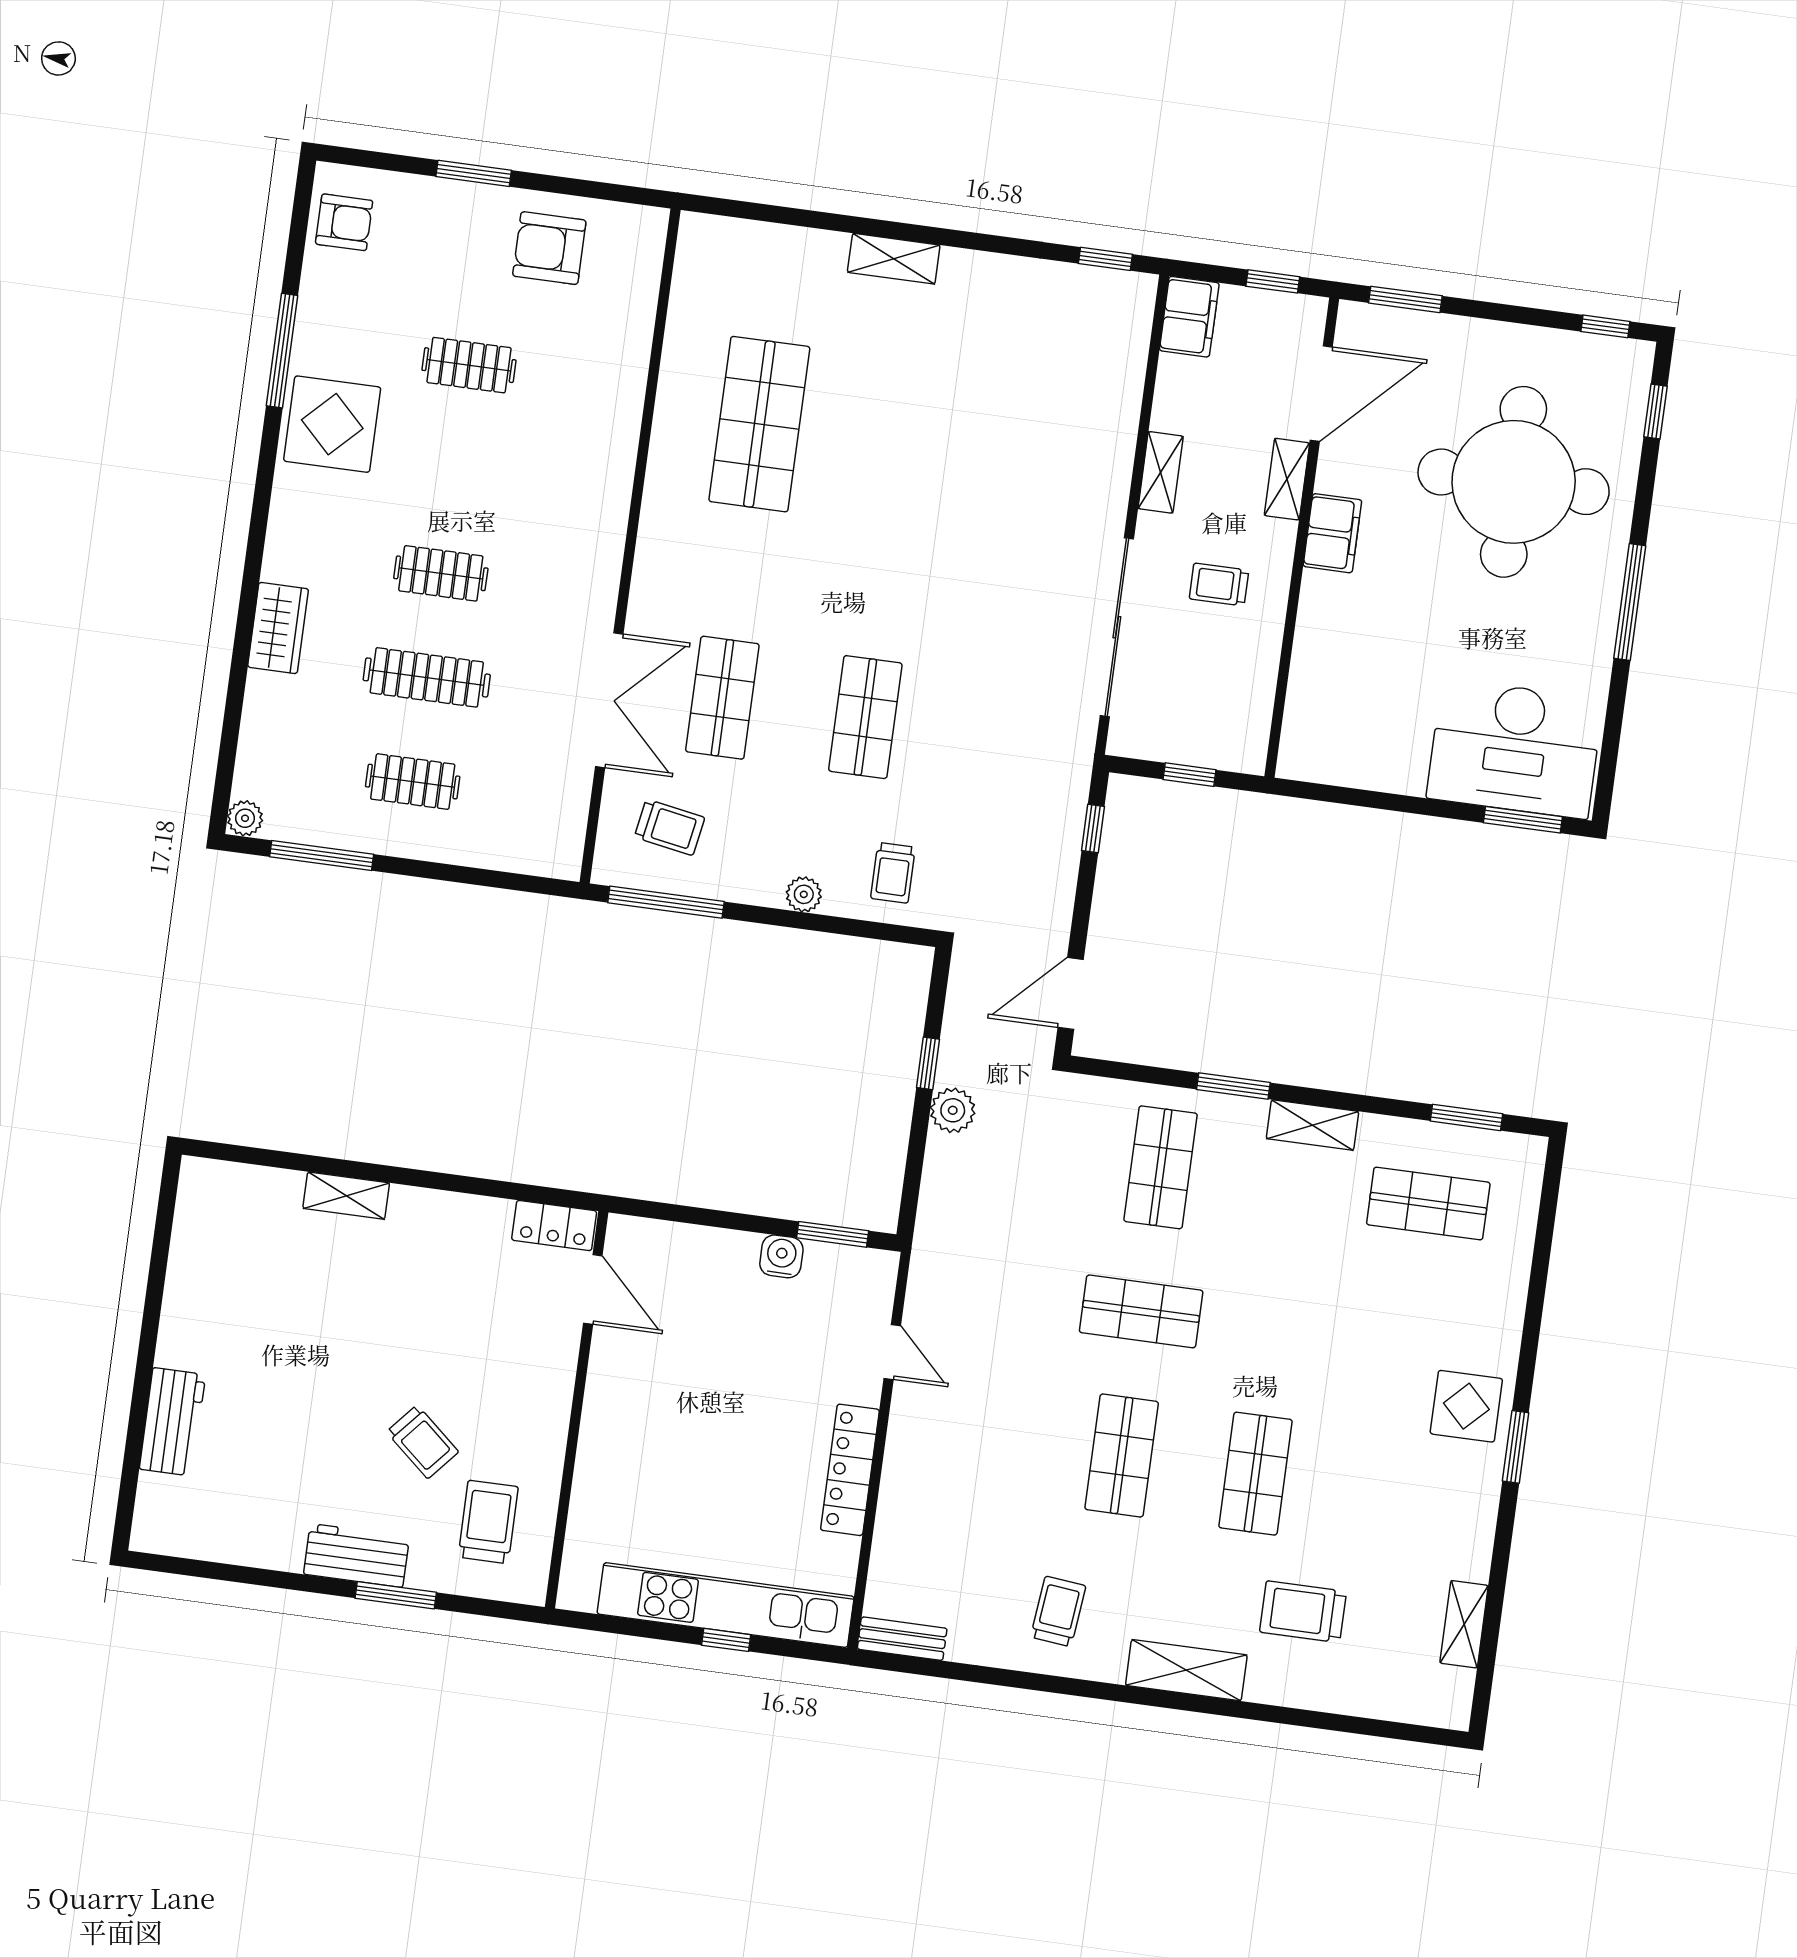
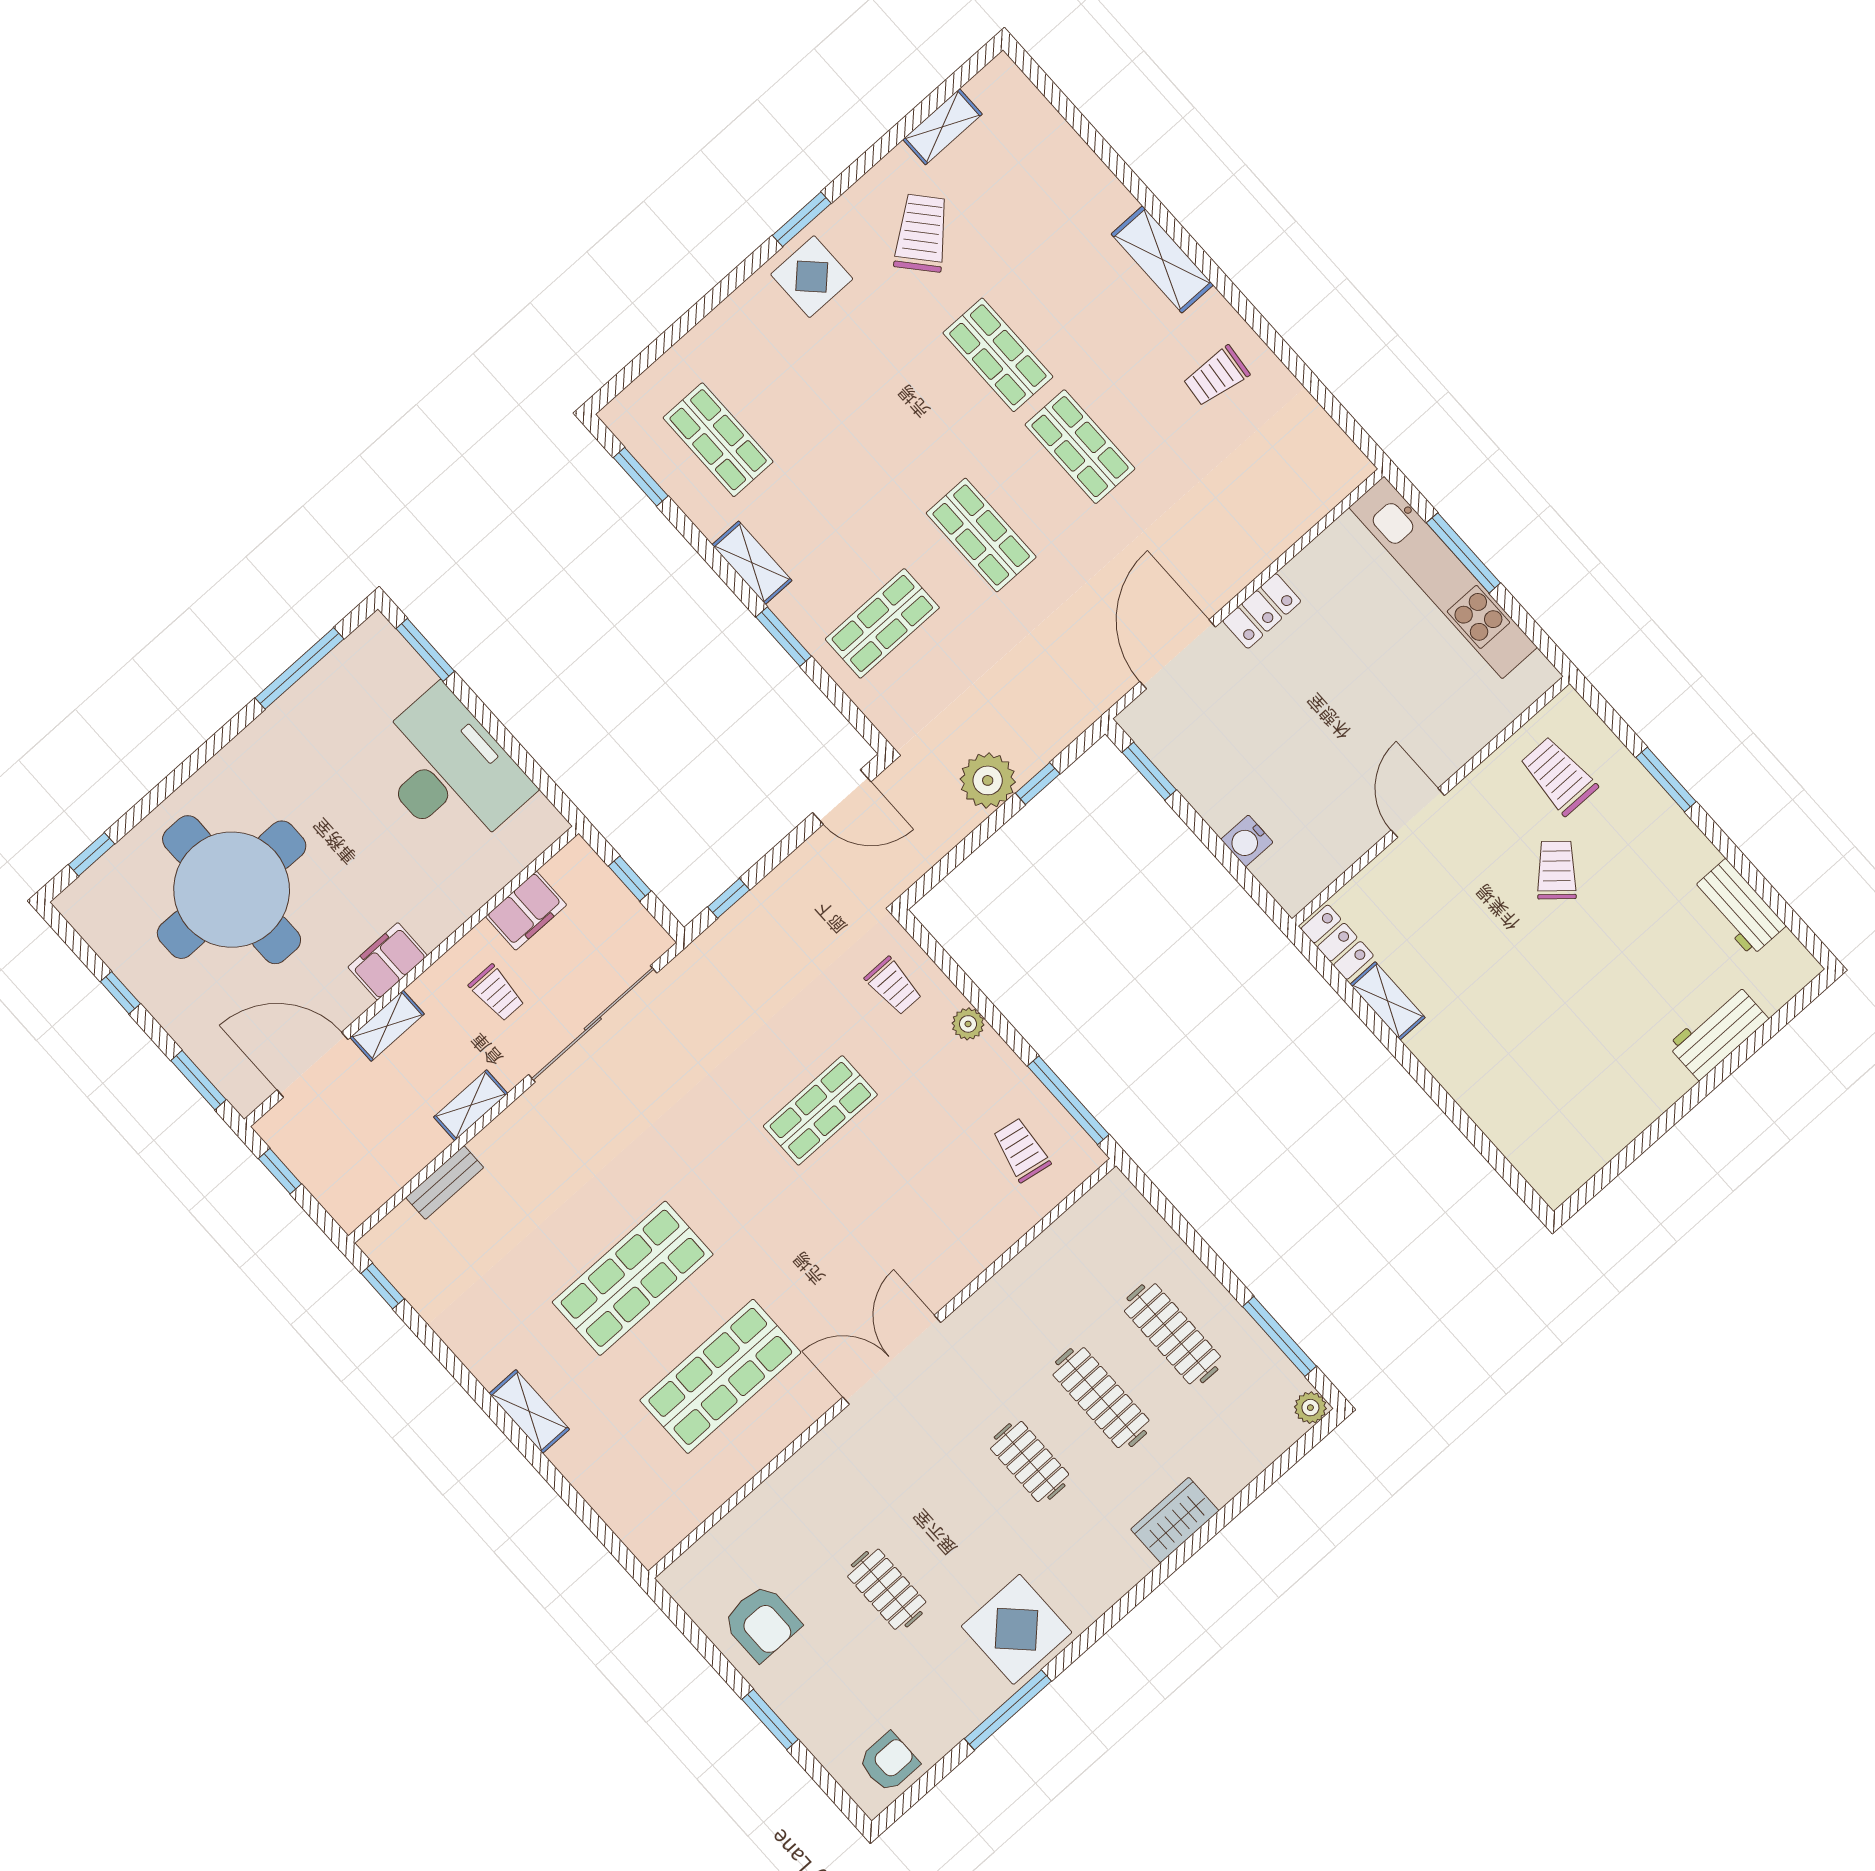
armchair: (344, 222) -> (889, 1762), turned 90
filing cabinet: (1189, 317) -> (526, 911), moved, turned 180
window: (1605, 326) -> (120, 993), moved
window: (1630, 602) -> (299, 668), moved
shop shelf: (722, 698) -> (633, 1278), moved, width x1.43, depth x1.36
double door: (609, 700) -> (892, 1360), moved
desk: (1515, 749) -> (449, 771), moved
clothes rail: (413, 782) -> (1172, 1334), width x1.36
trolley: (893, 873) -> (893, 986), turned 90
window: (928, 1063) -> (1038, 784), moved
plant: (953, 1110) -> (988, 780), width x1.36, depth x1.36
shelving: (346, 1196) -> (1388, 1001), moved
water cooler: (781, 1256) -> (1247, 841), moved
door: (593, 1289) -> (1418, 813), moved
door: (892, 1352) -> (1178, 654), width x1.87
shop shelf: (1122, 1455) -> (1080, 447), turned 90
locker: (850, 1470) -> (1262, 611), width x0.66
shop shelf: (1255, 1474) -> (998, 355), turned 90
trolley: (488, 1522) -> (1559, 776), turned 90
workbench: (356, 1555) -> (1739, 907), moved
trolley: (1303, 1612) -> (922, 233), moved, turned -131
bench: (902, 1639) -> (445, 1183), moved, turned 90
window: (726, 1640) -> (1463, 553), width x2.17

